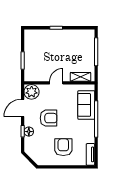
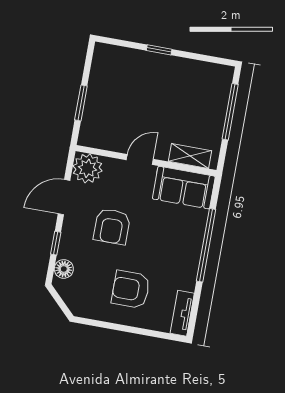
sofa: (86, 105) -> (184, 188), moved, turned -90
armchair: (49, 118) -> (112, 226), turned 90
floor lamp: (29, 132) -> (64, 269), moved
armchair: (63, 147) -> (131, 289), turned -90

